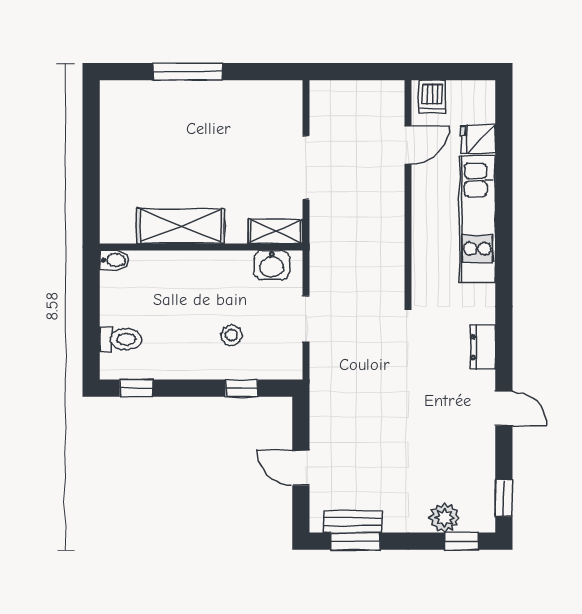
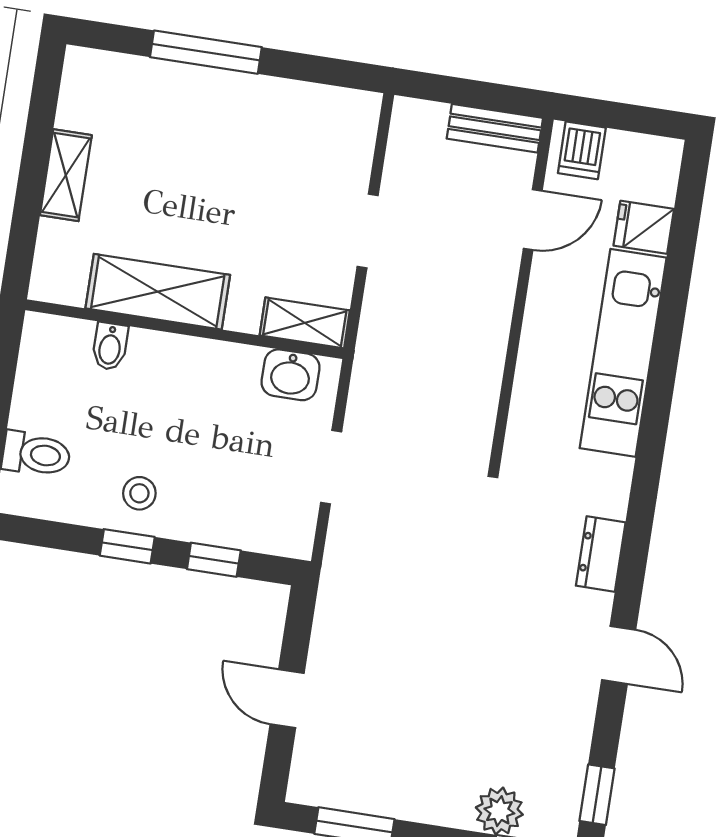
shelving: (112, 162) -> (66, 175), added
doorway: (306, 168) -> (368, 231), width x0.73
bidet: (114, 260) -> (110, 346), moved, turned 90
stool: (232, 335) -> (139, 493), moved
window: (136, 388) -> (127, 546), moved
bench: (353, 522) -> (495, 128), moved

